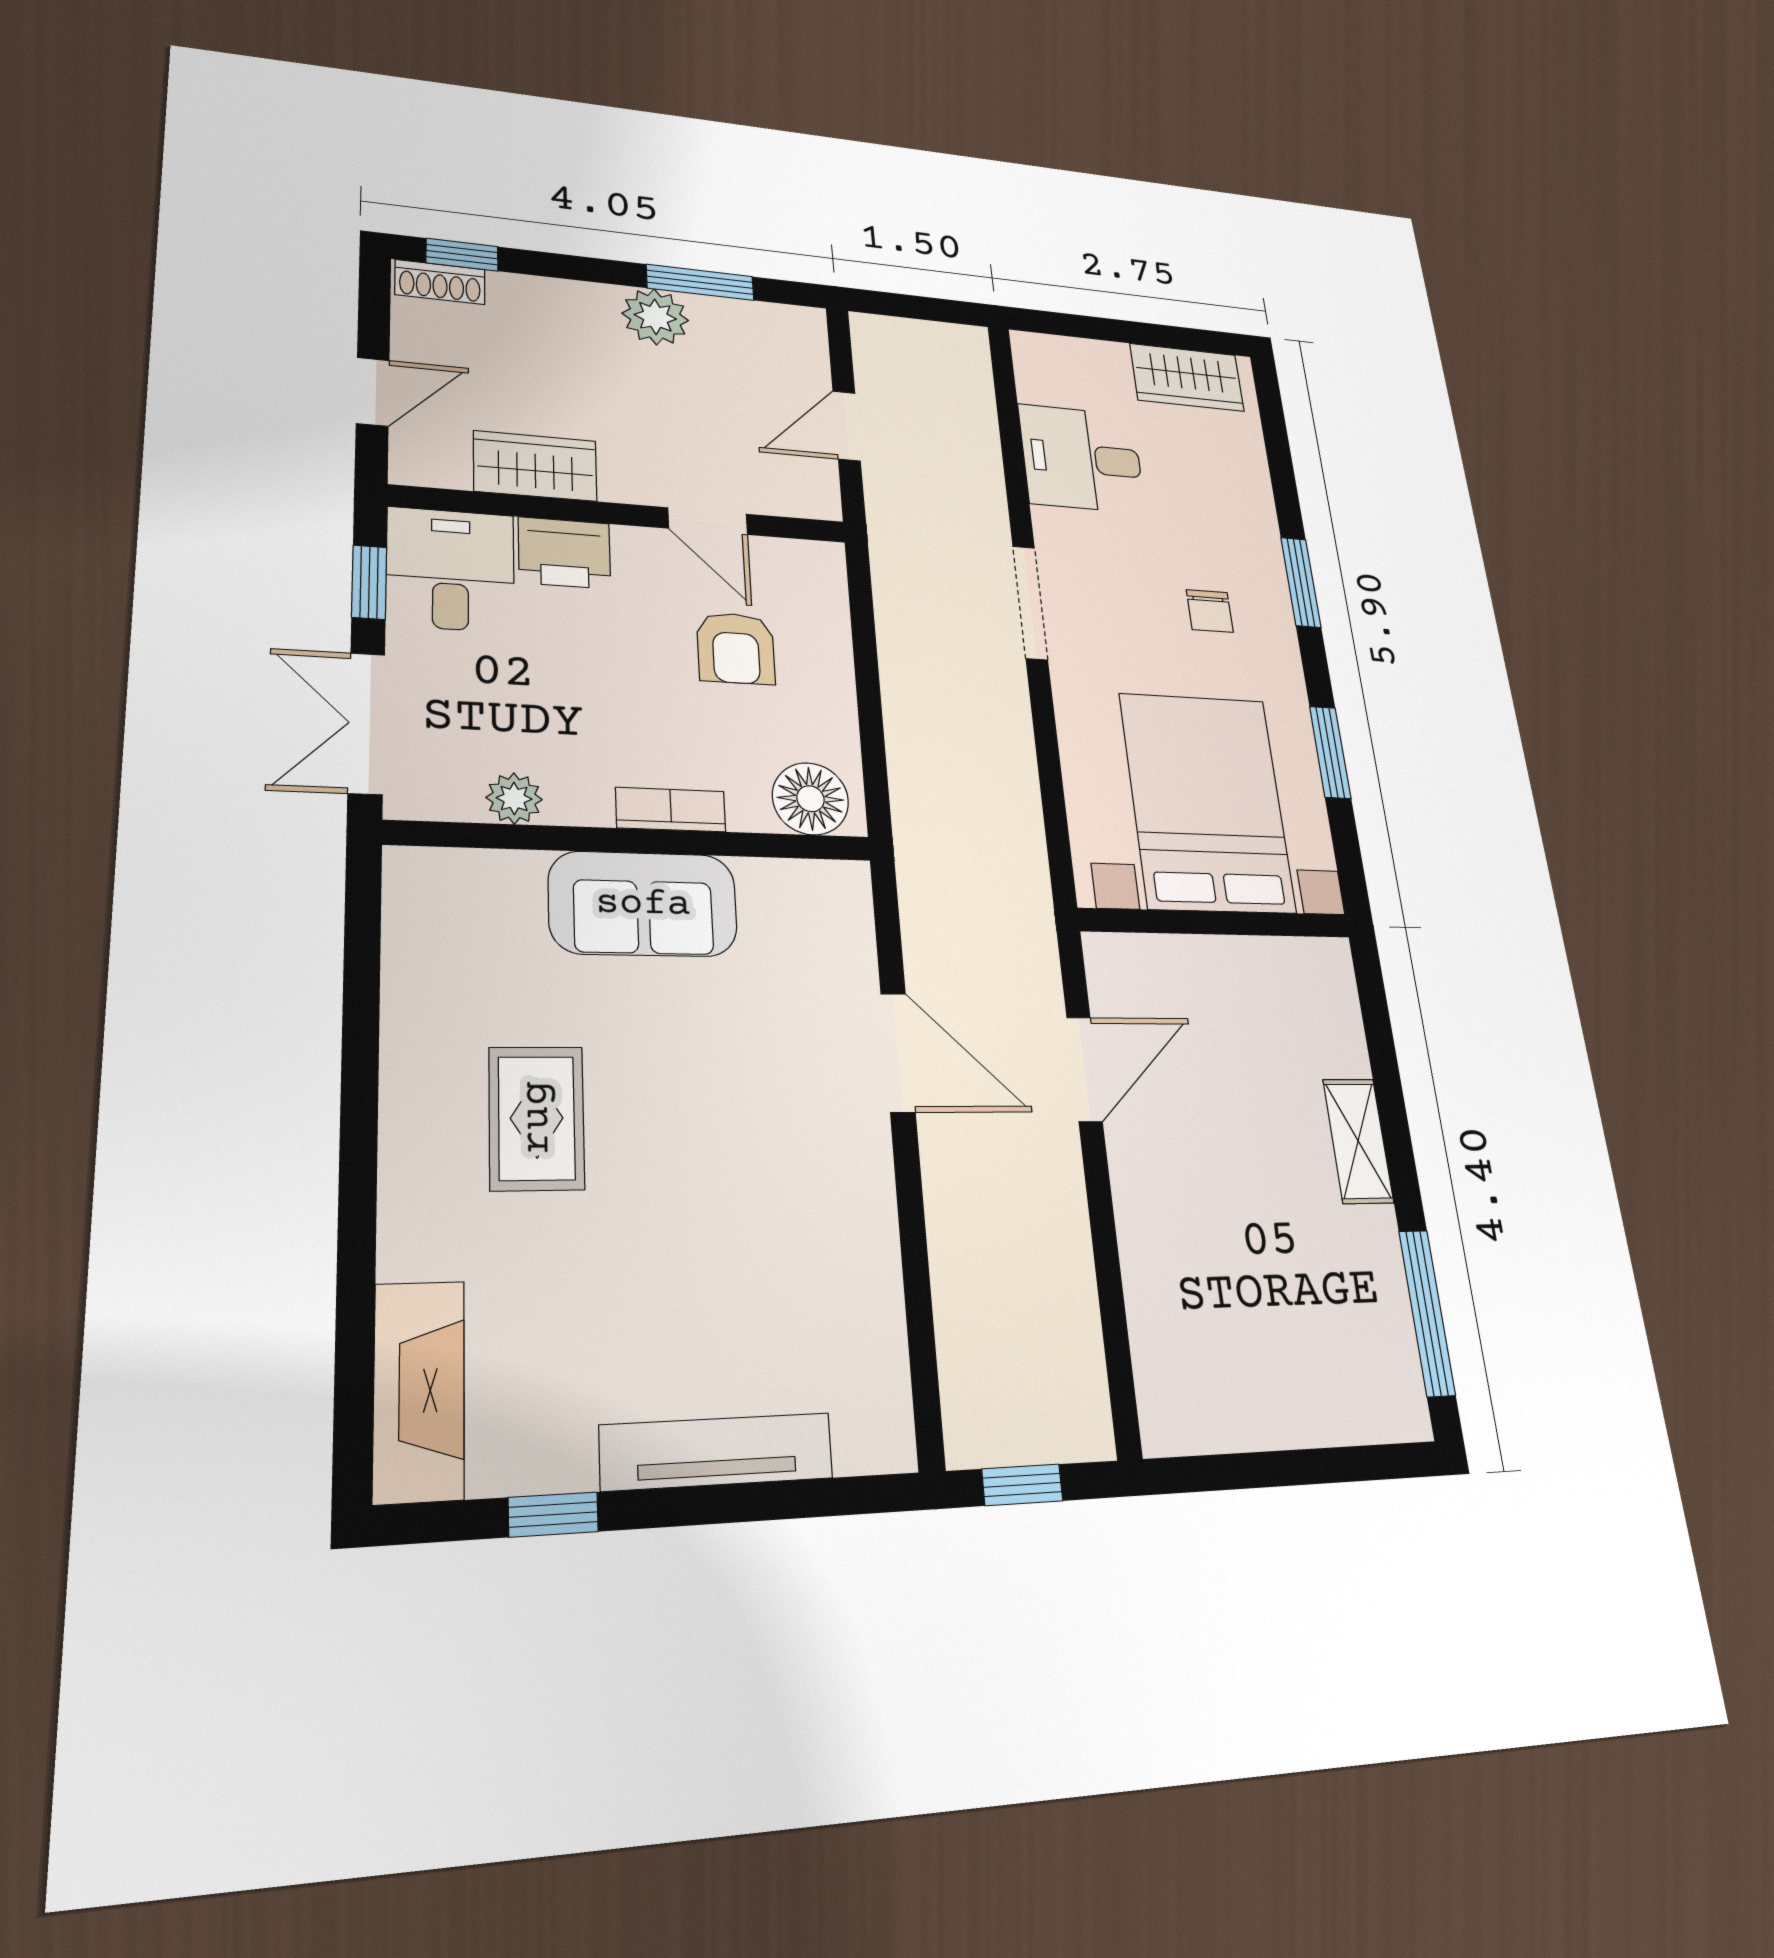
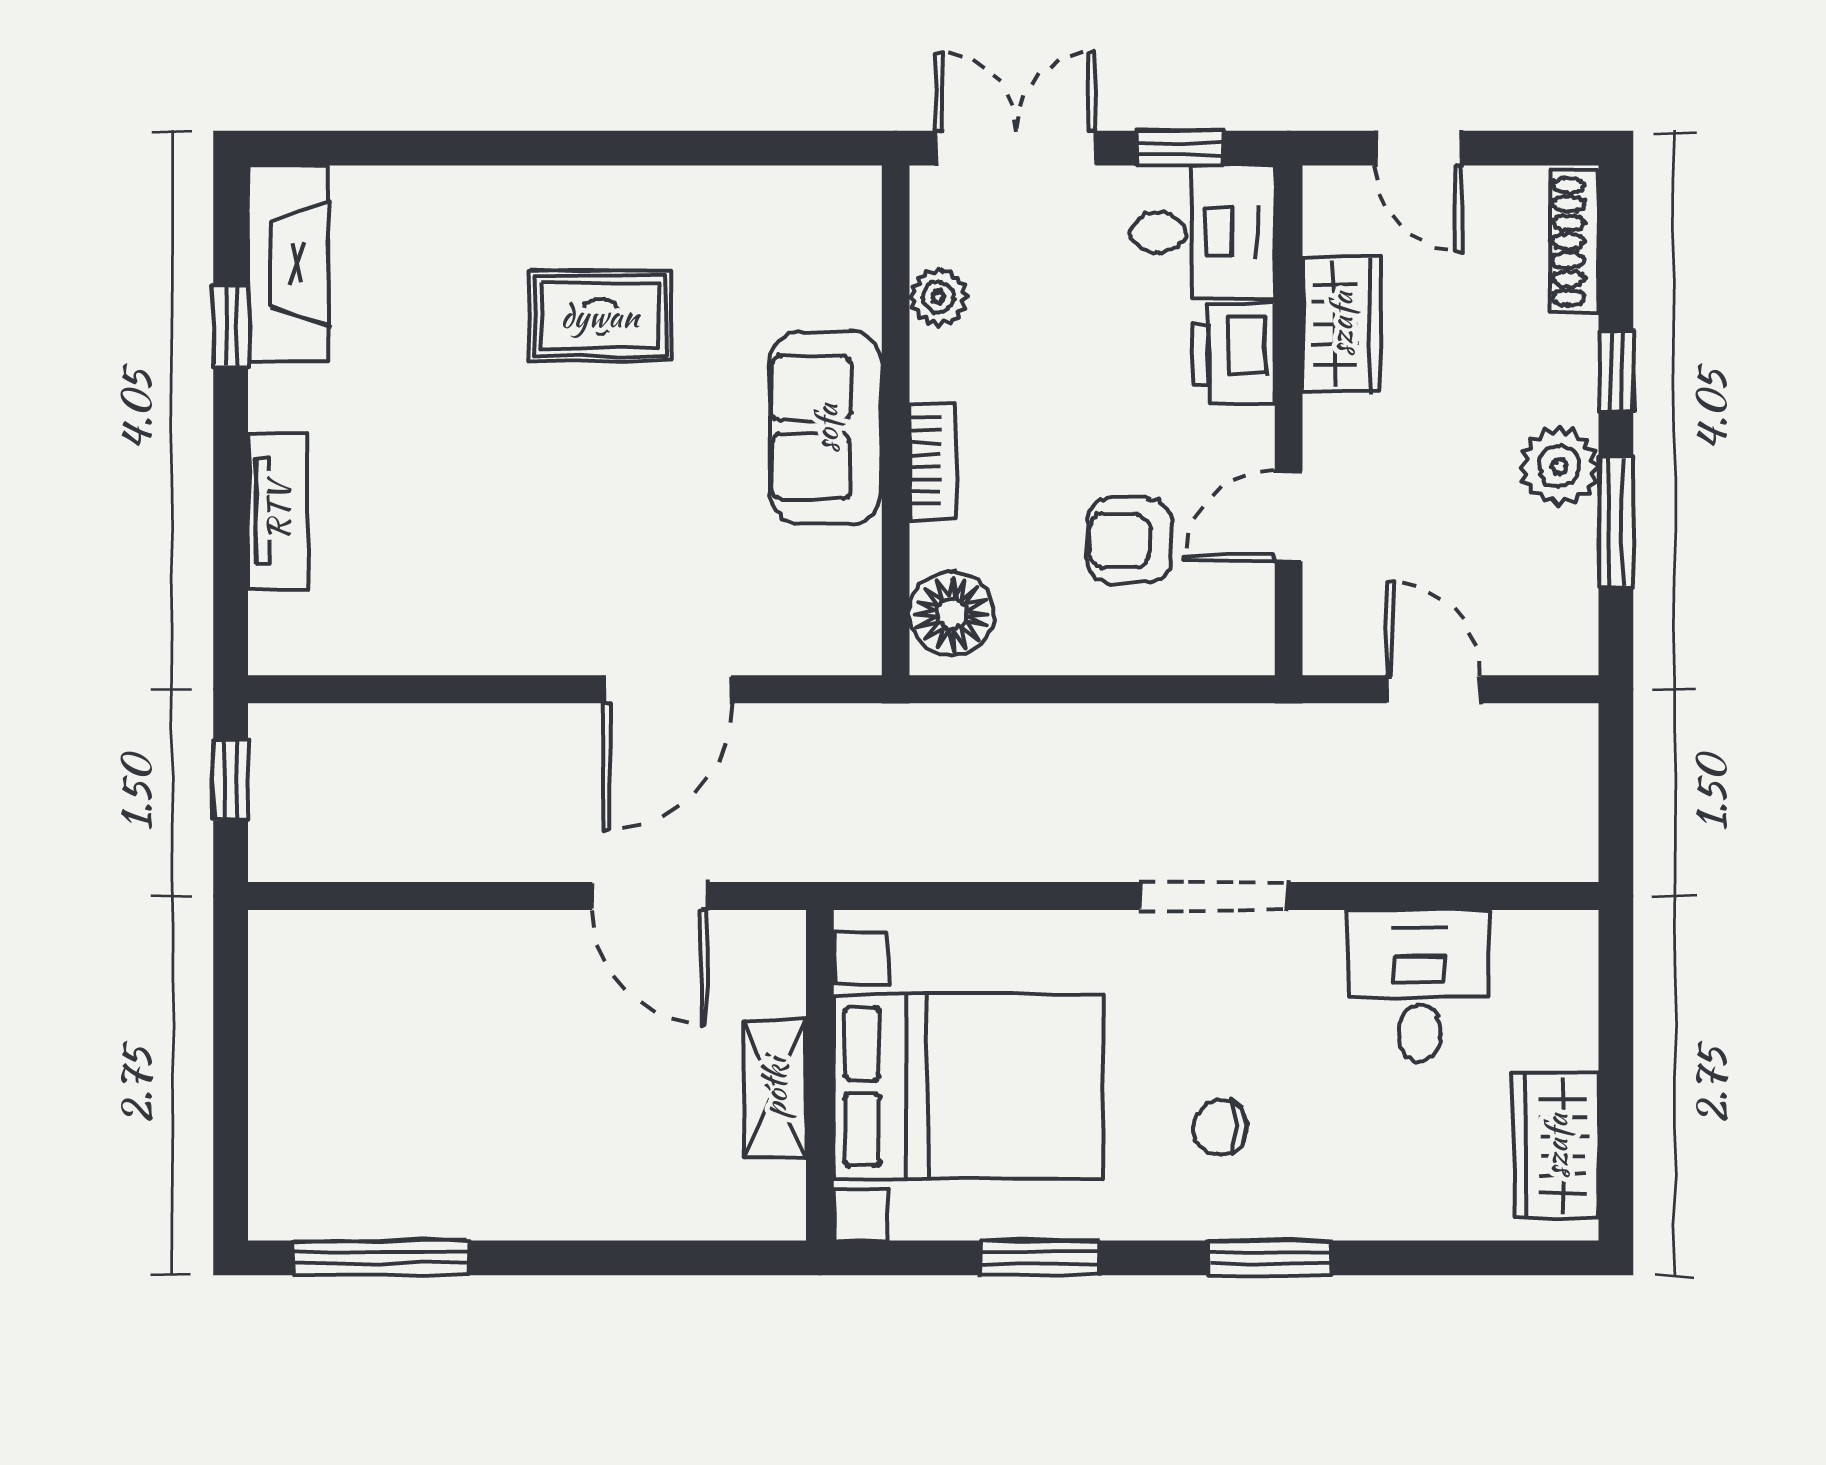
window: (462, 255) -> (1616, 371), moved
shoe rack: (440, 282) -> (1574, 241), width x1.43
shelving: (1358, 1141) -> (775, 1088), moved, turned 90
fireplace: (419, 1391) -> (288, 263), moved, turned -90
tv unit: (717, 1452) -> (278, 511), width x0.71

